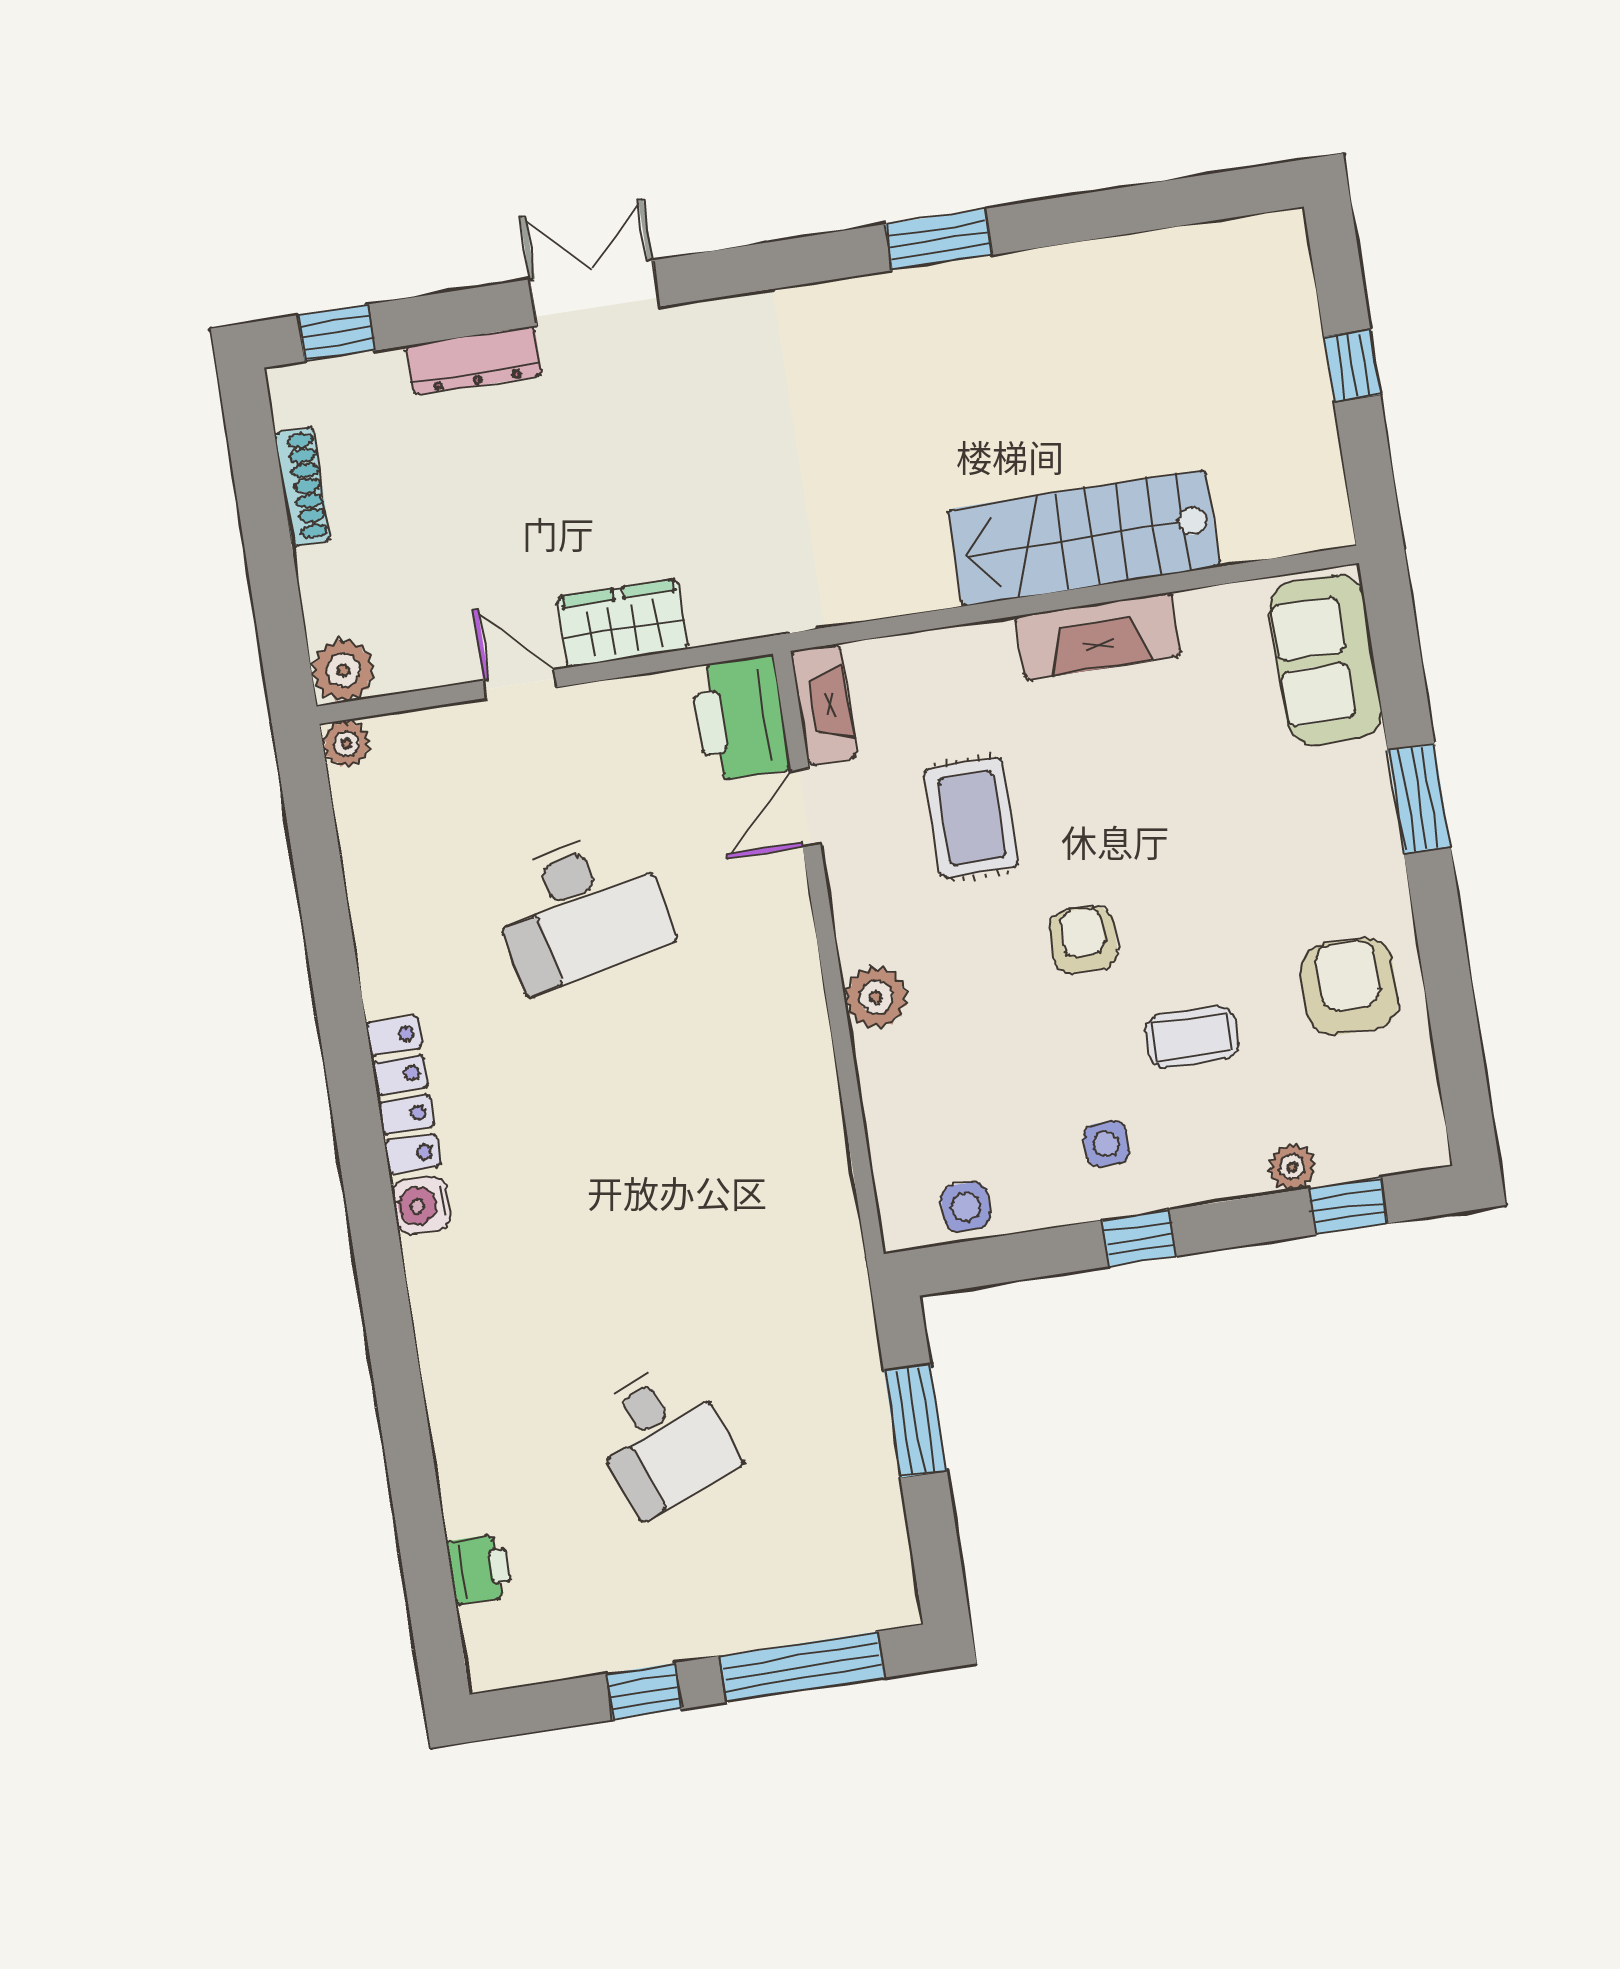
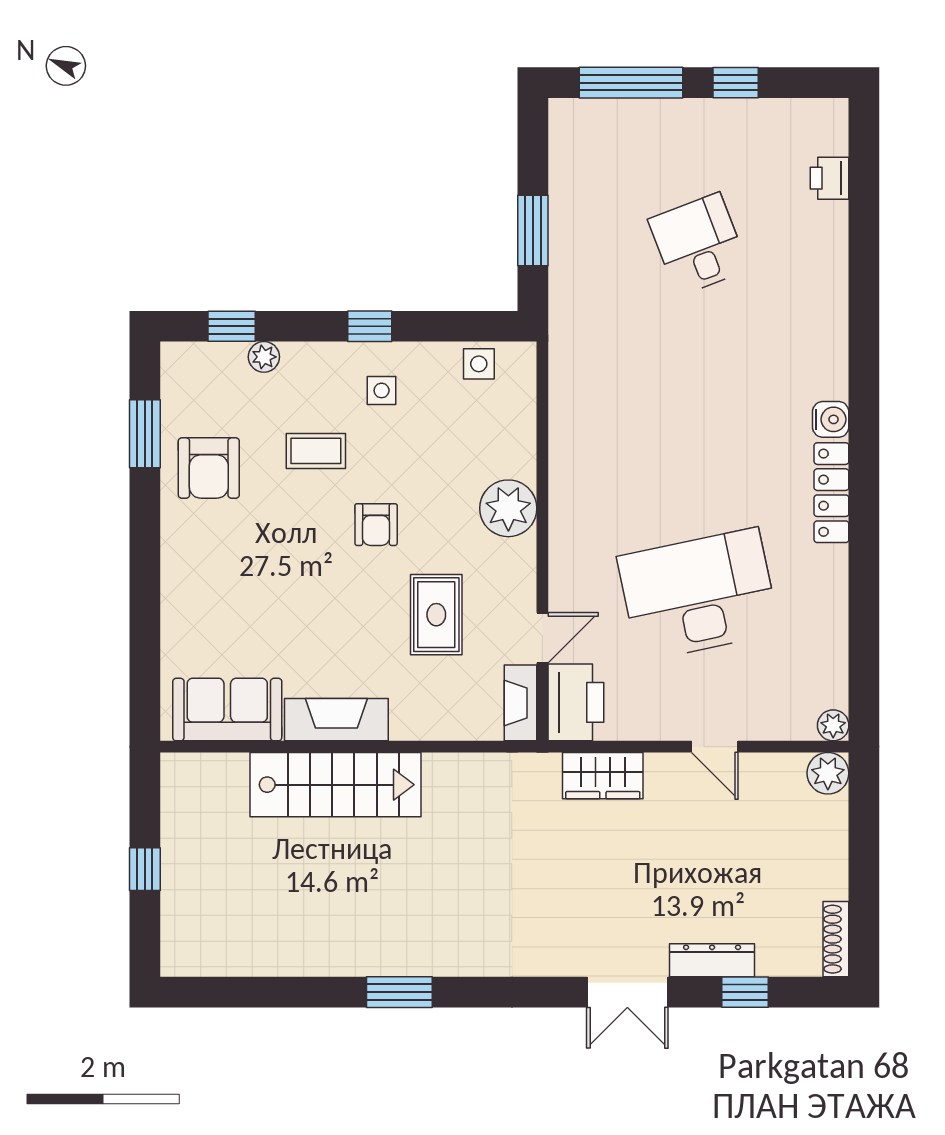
window: (337, 333) -> (745, 992), moved
shoe rack: (302, 487) -> (836, 939), moved
wardrobe: (623, 623) -> (603, 776), moved
sofa: (1326, 660) -> (227, 710), moved, turned -90
window: (1419, 798) -> (145, 434), moved
desk: (580, 910) -> (698, 595), width x1.36, depth x1.30
plant: (876, 997) -> (508, 508), width x1.36, depth x1.36

